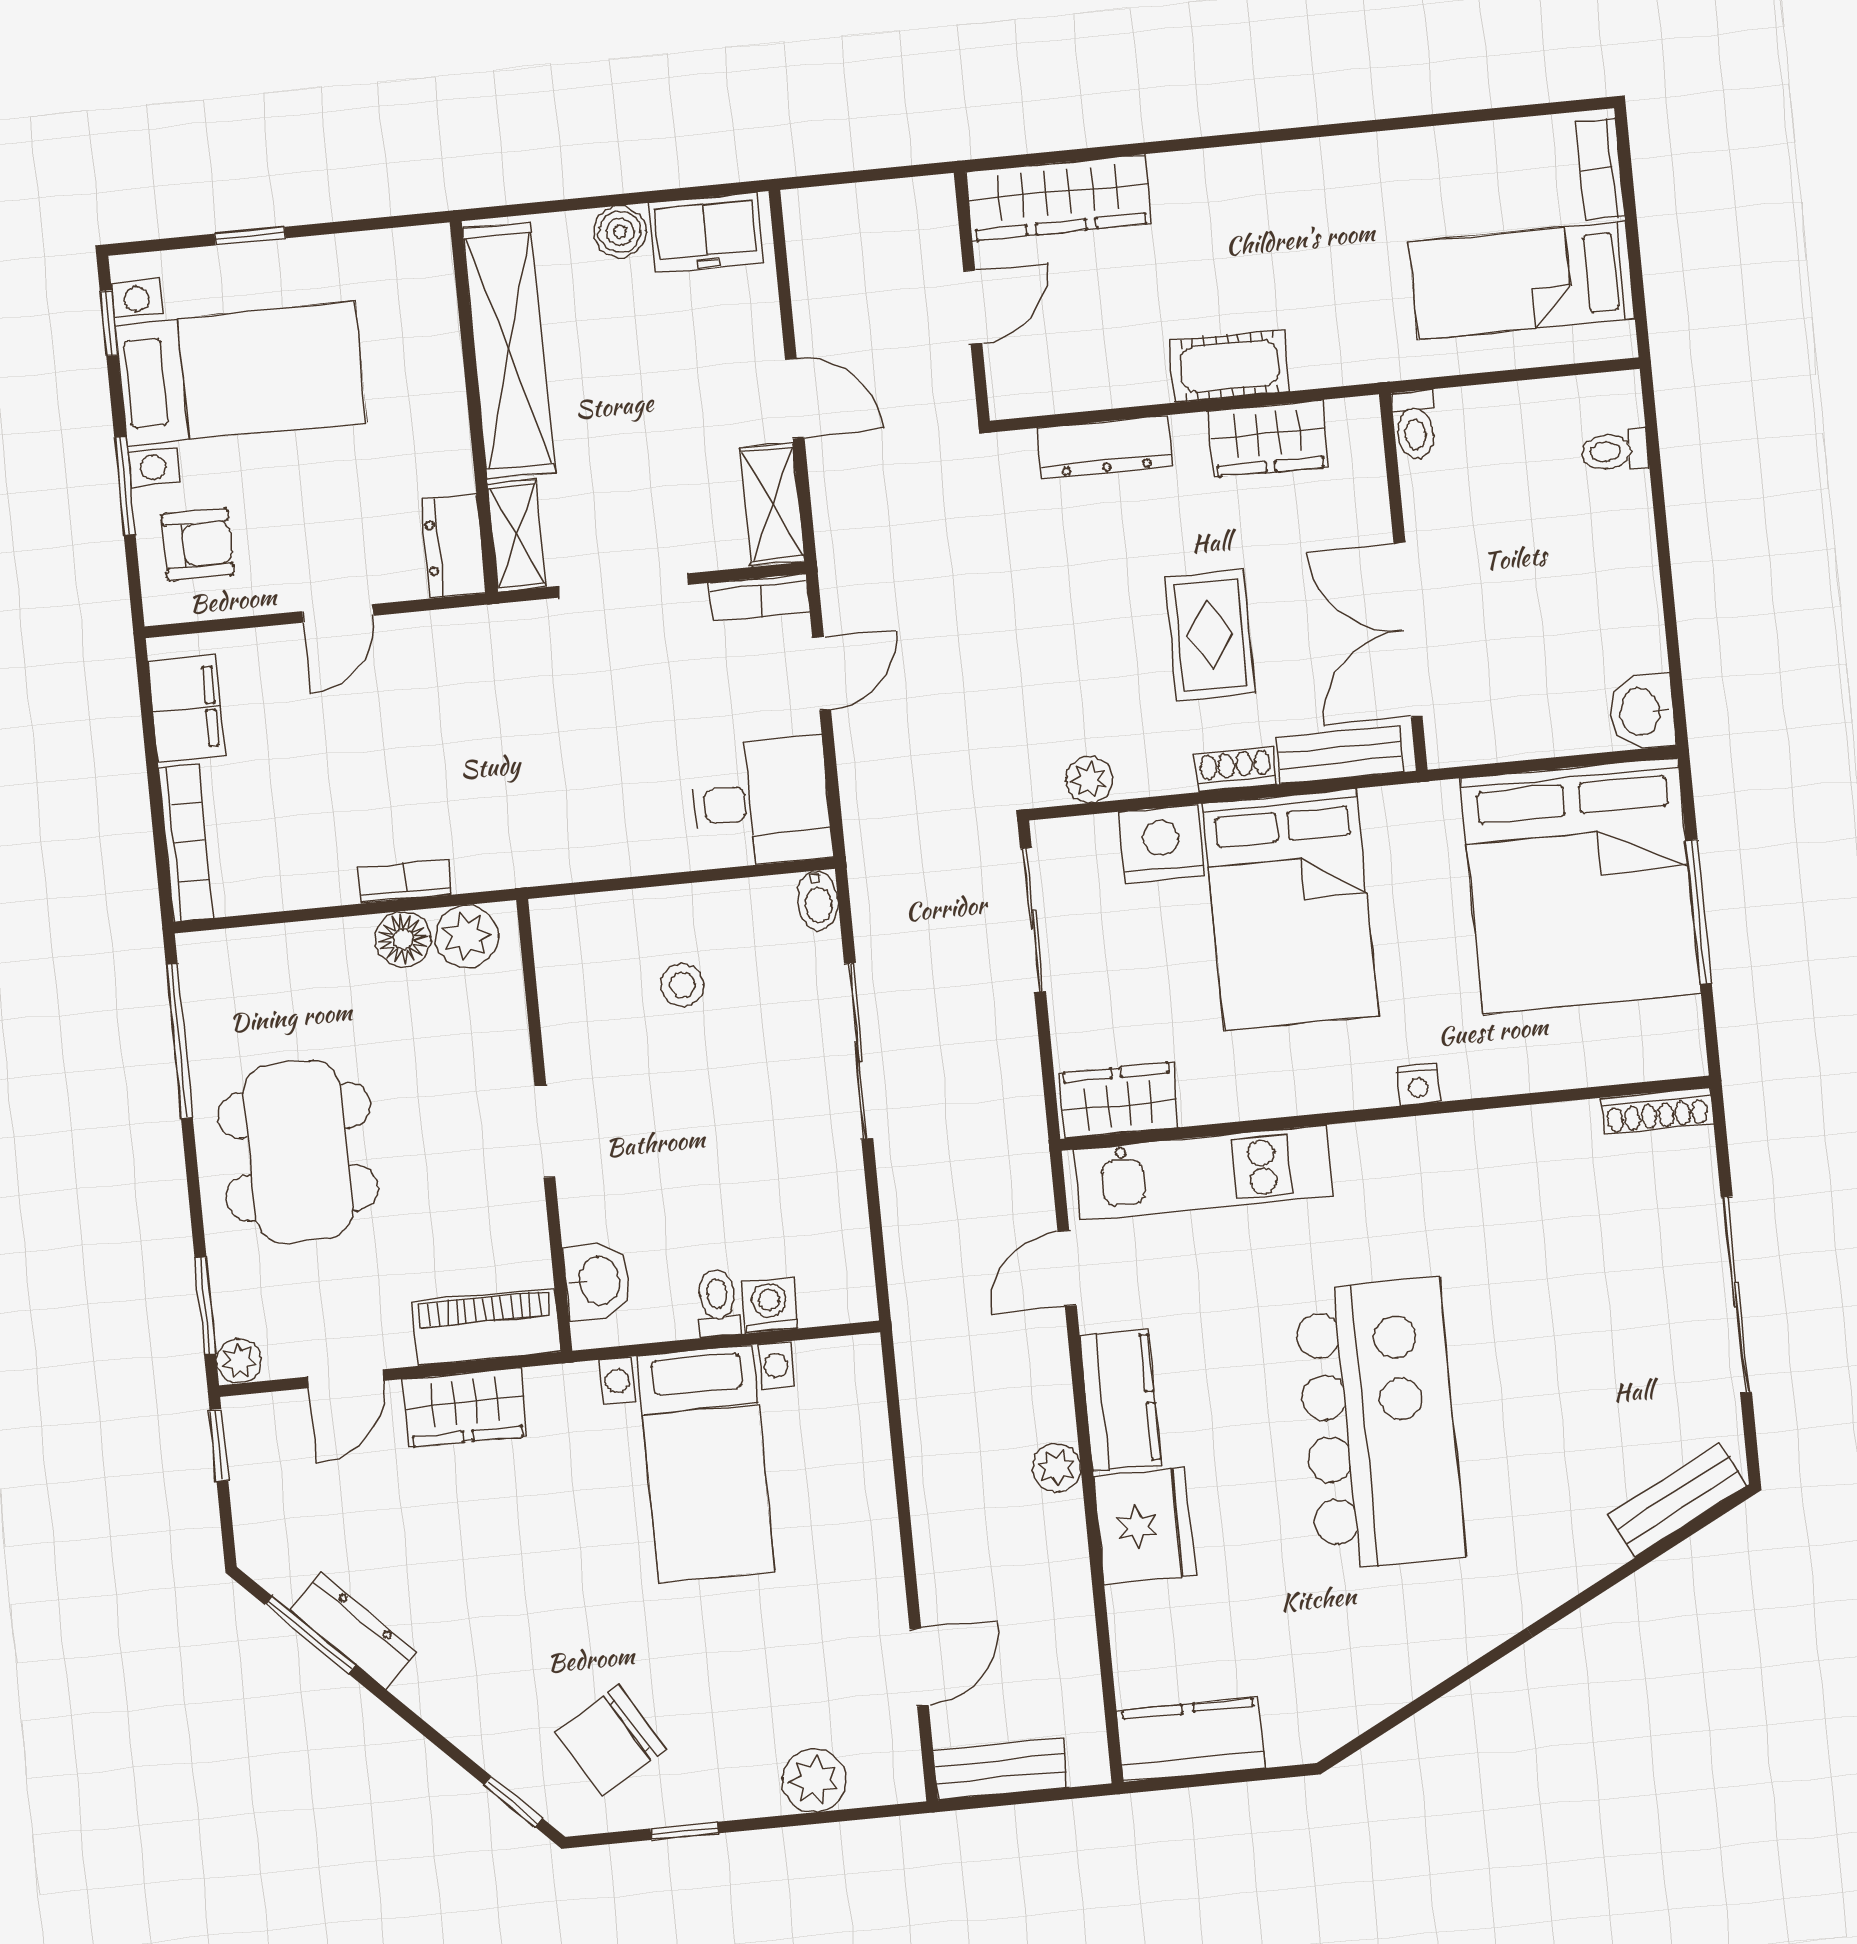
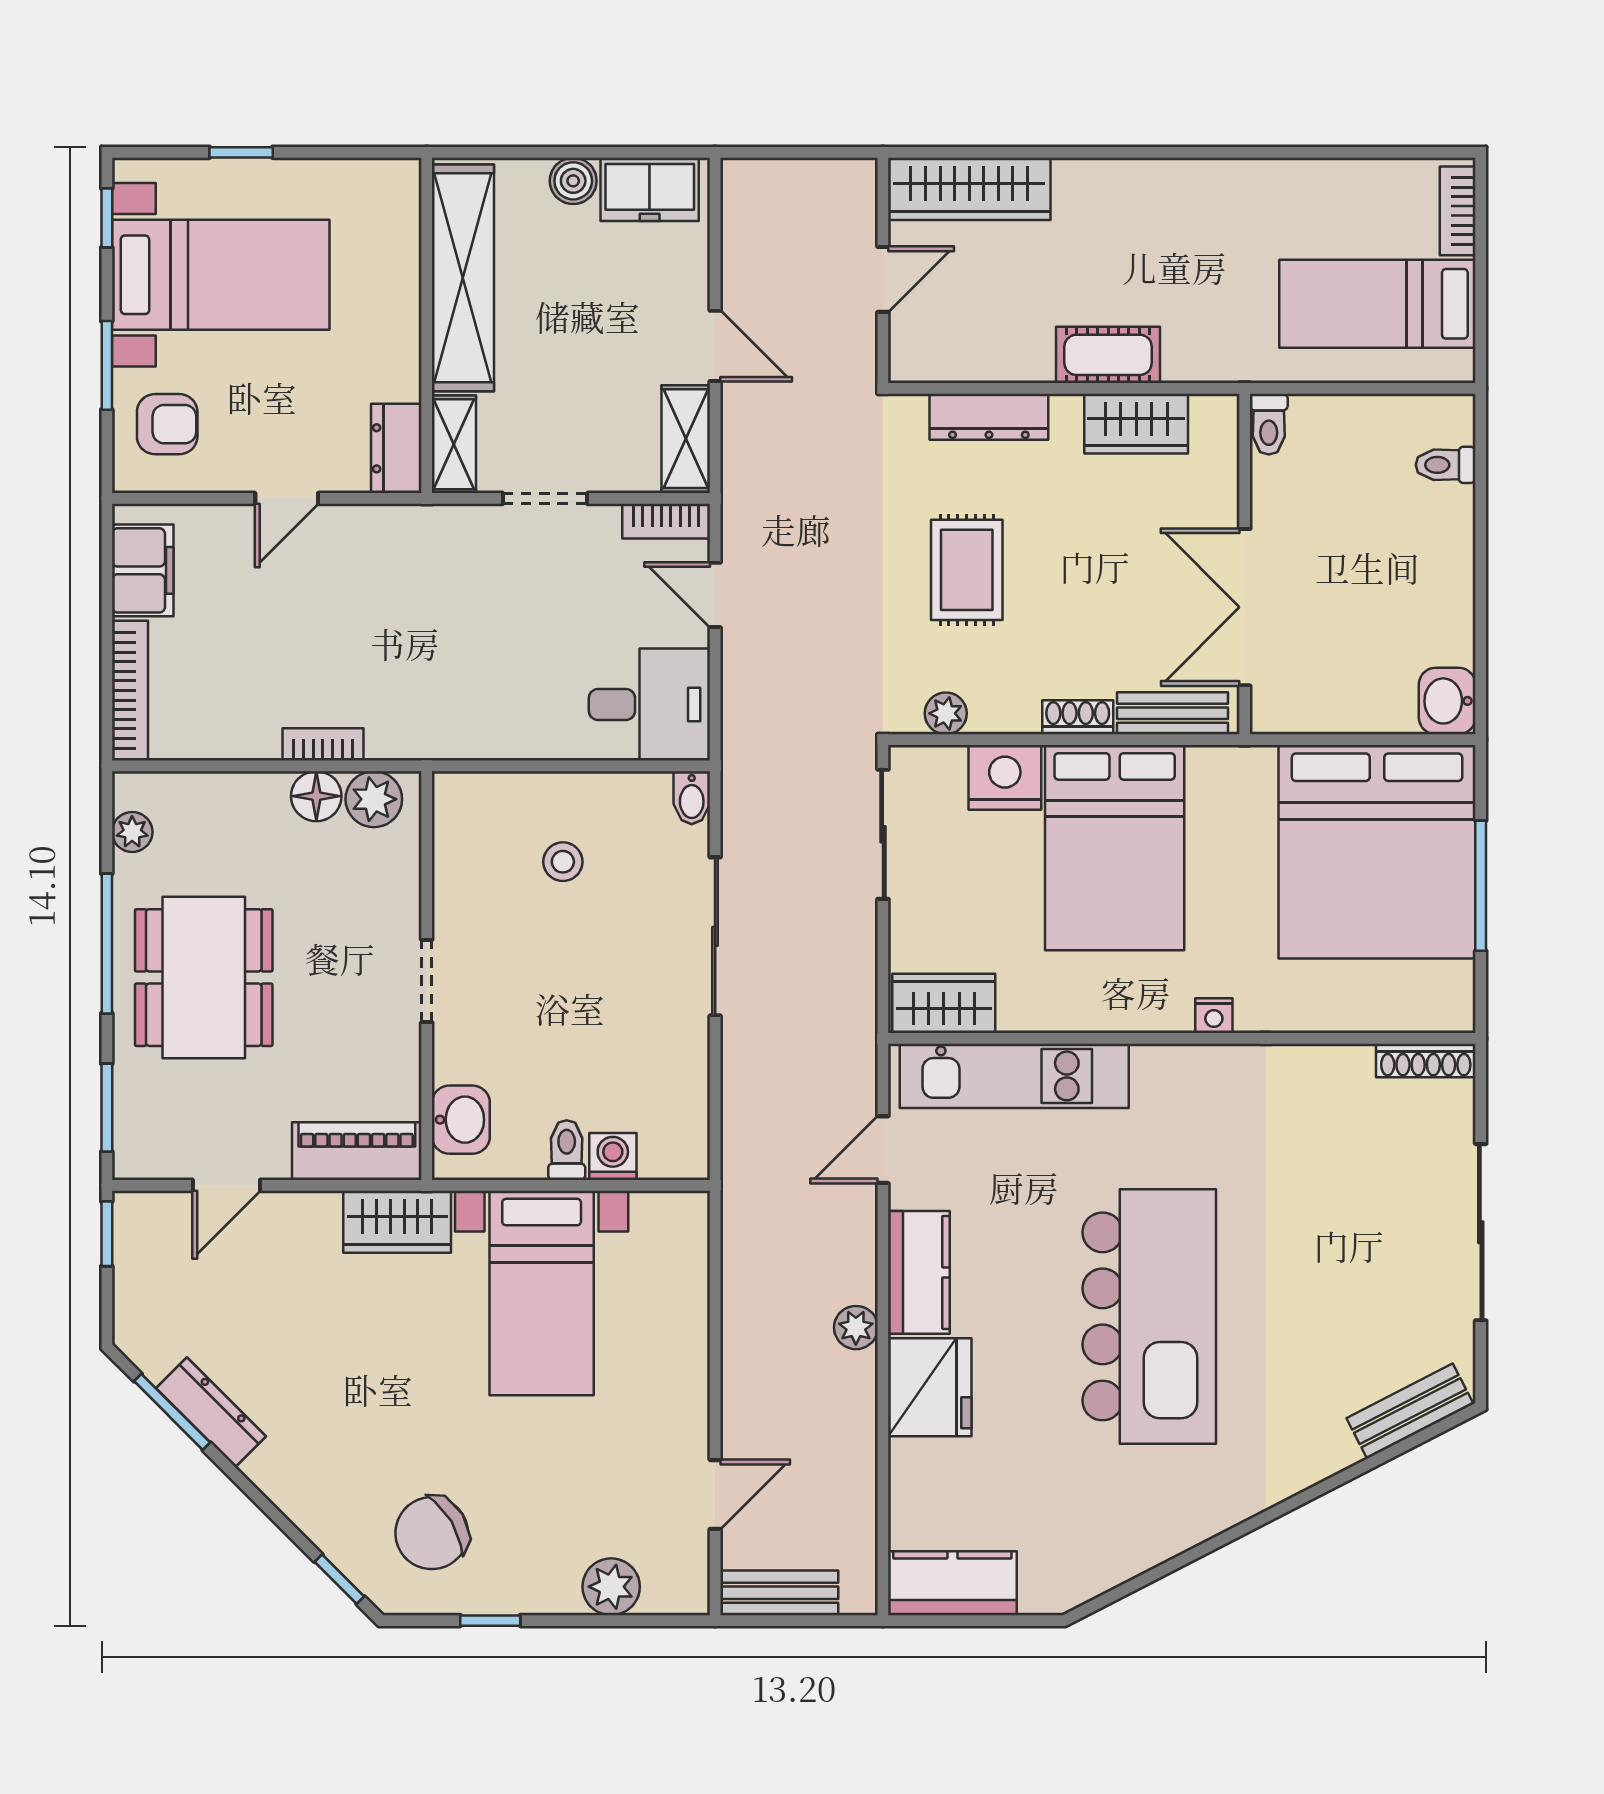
doorway: (623, 585) -> (545, 498), width x0.73
rug: (1210, 635) -> (967, 570), moved
door: (822, 674) -> (715, 595), swing flipped
window: (179, 1041) -> (107, 944), moved
plant: (239, 1361) -> (132, 832), moved
wardrobe: (465, 1408) -> (397, 1222), moved

